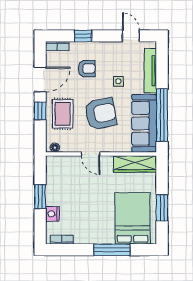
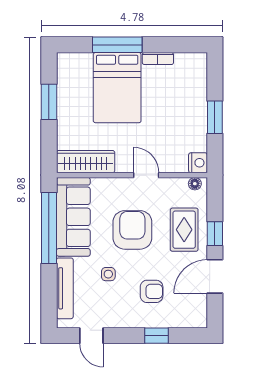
bookcase: (57, 46) -> (192, 322), removed
armchair: (87, 68) -> (152, 291), turned 180
armchair: (101, 114) -> (132, 230), turned 101
nightstand: (52, 214) -> (198, 163), moved
bed: (133, 218) -> (117, 88), moved
bookcase: (62, 240) -> (158, 59), moved

